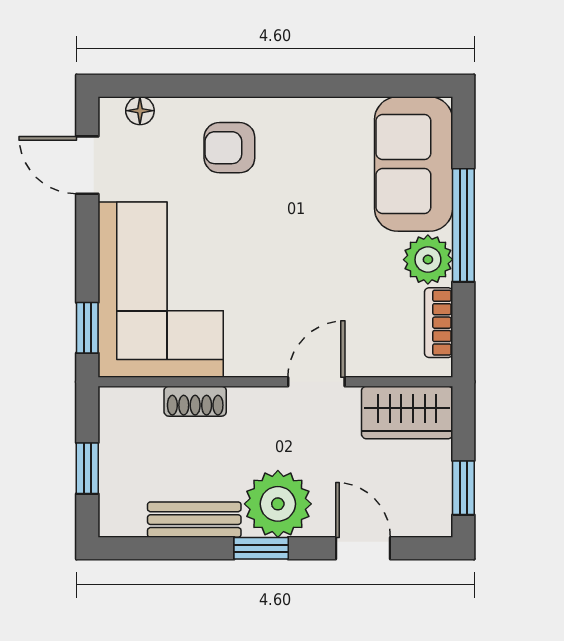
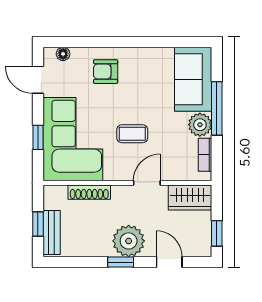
coffee table: (286, 278) -> (132, 134), added
window: (87, 328) -> (38, 137), moved
shoe rack: (195, 401) -> (89, 192), width x1.43
bench: (194, 520) -> (52, 233), moved, turned 90

